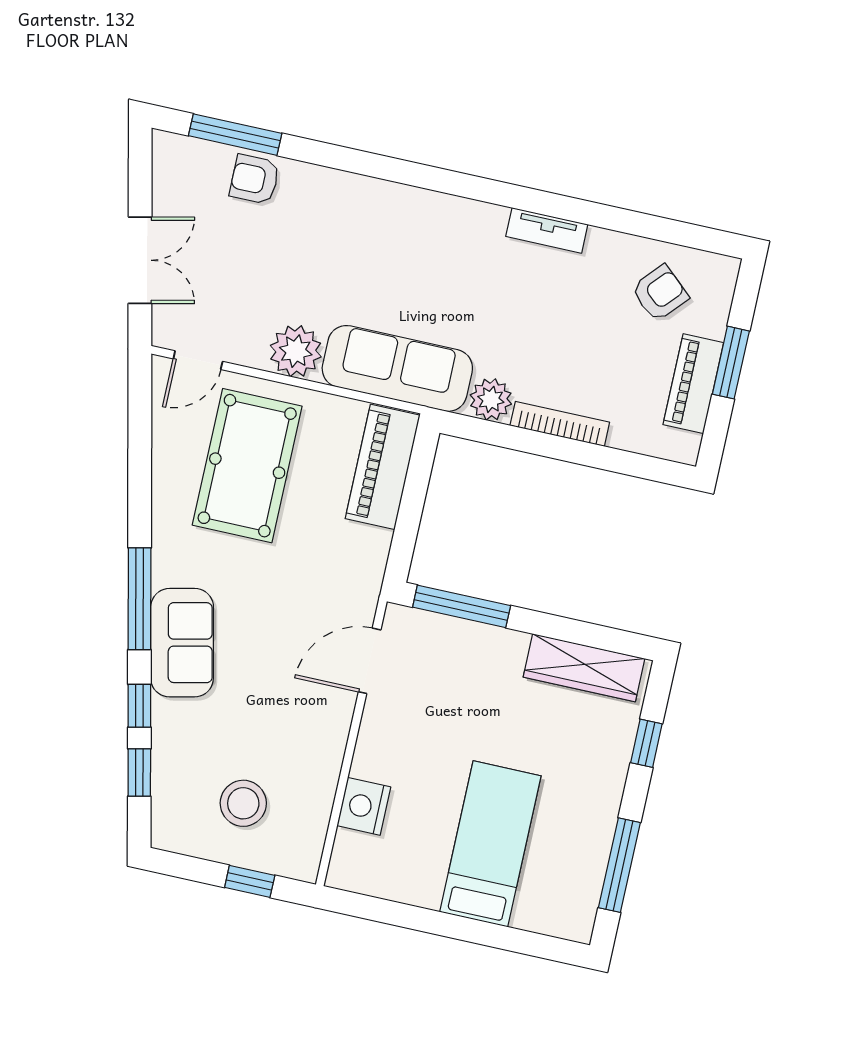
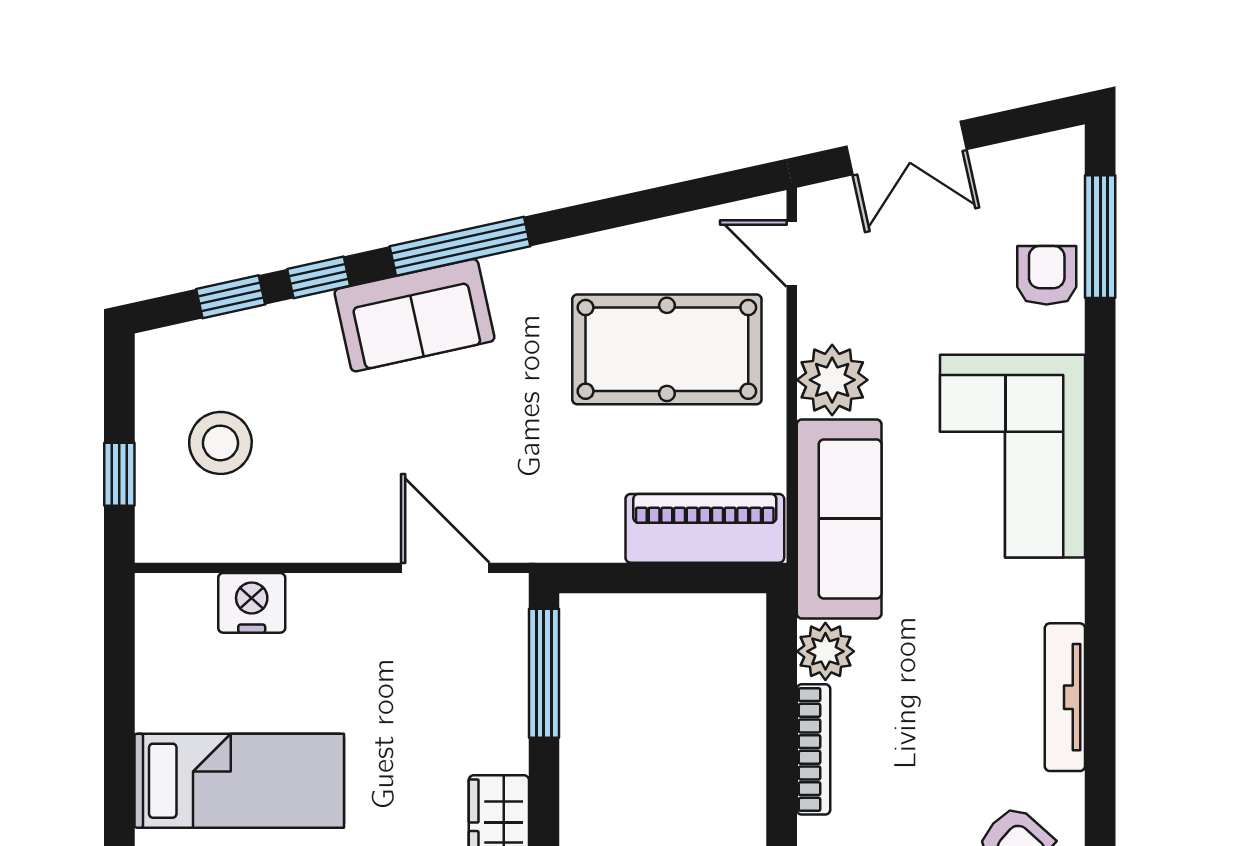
tv unit: (547, 230) -> (1065, 697), width x1.41
corner sofa: (380, 233) -> (1012, 456), added

